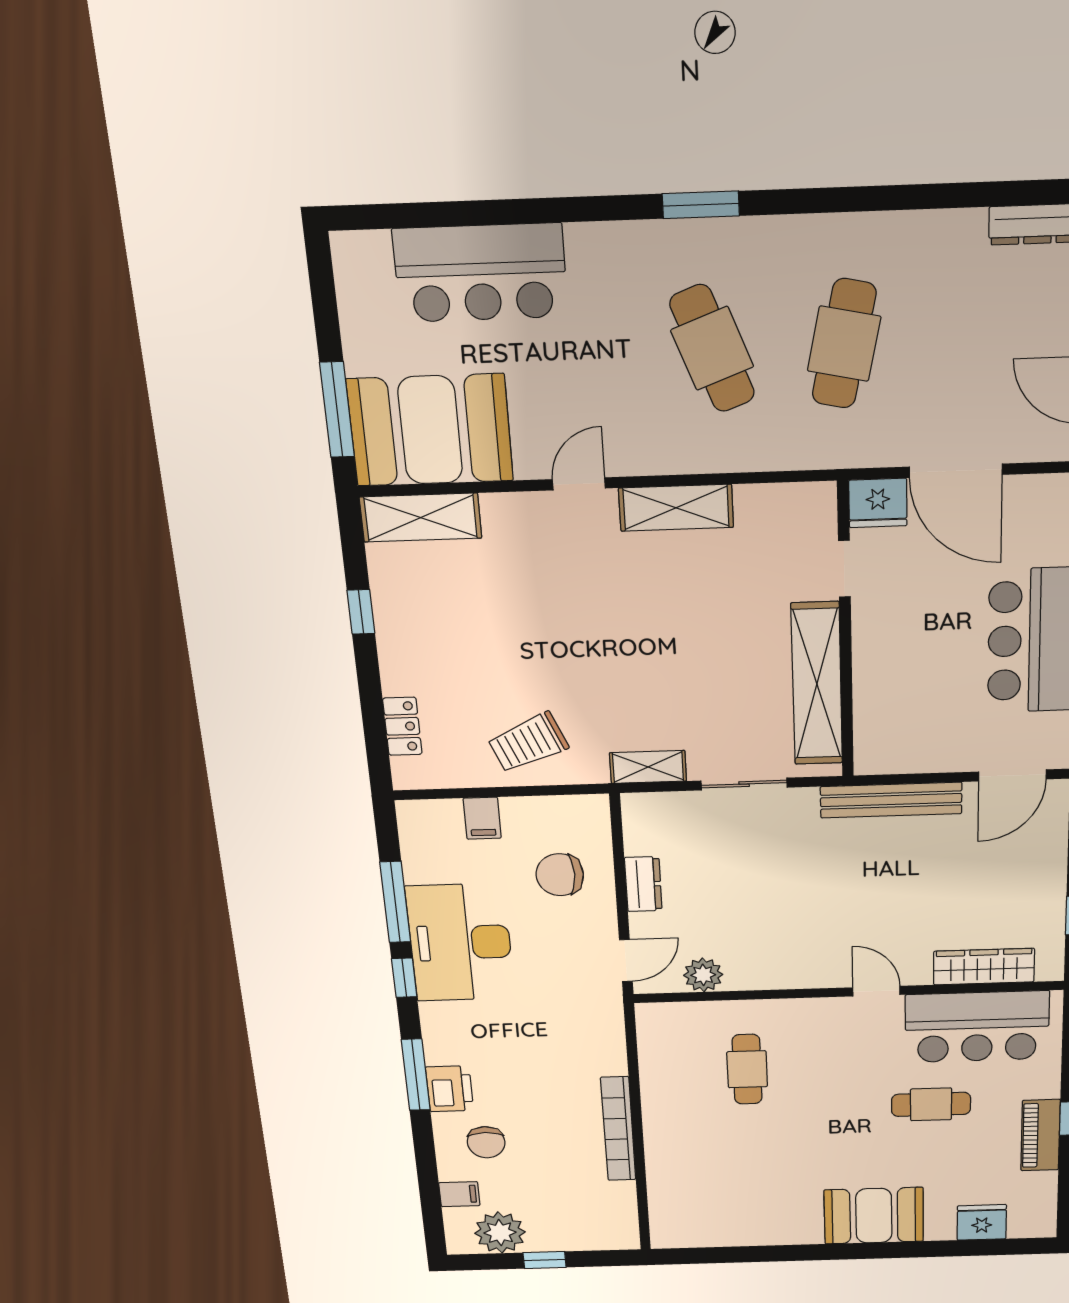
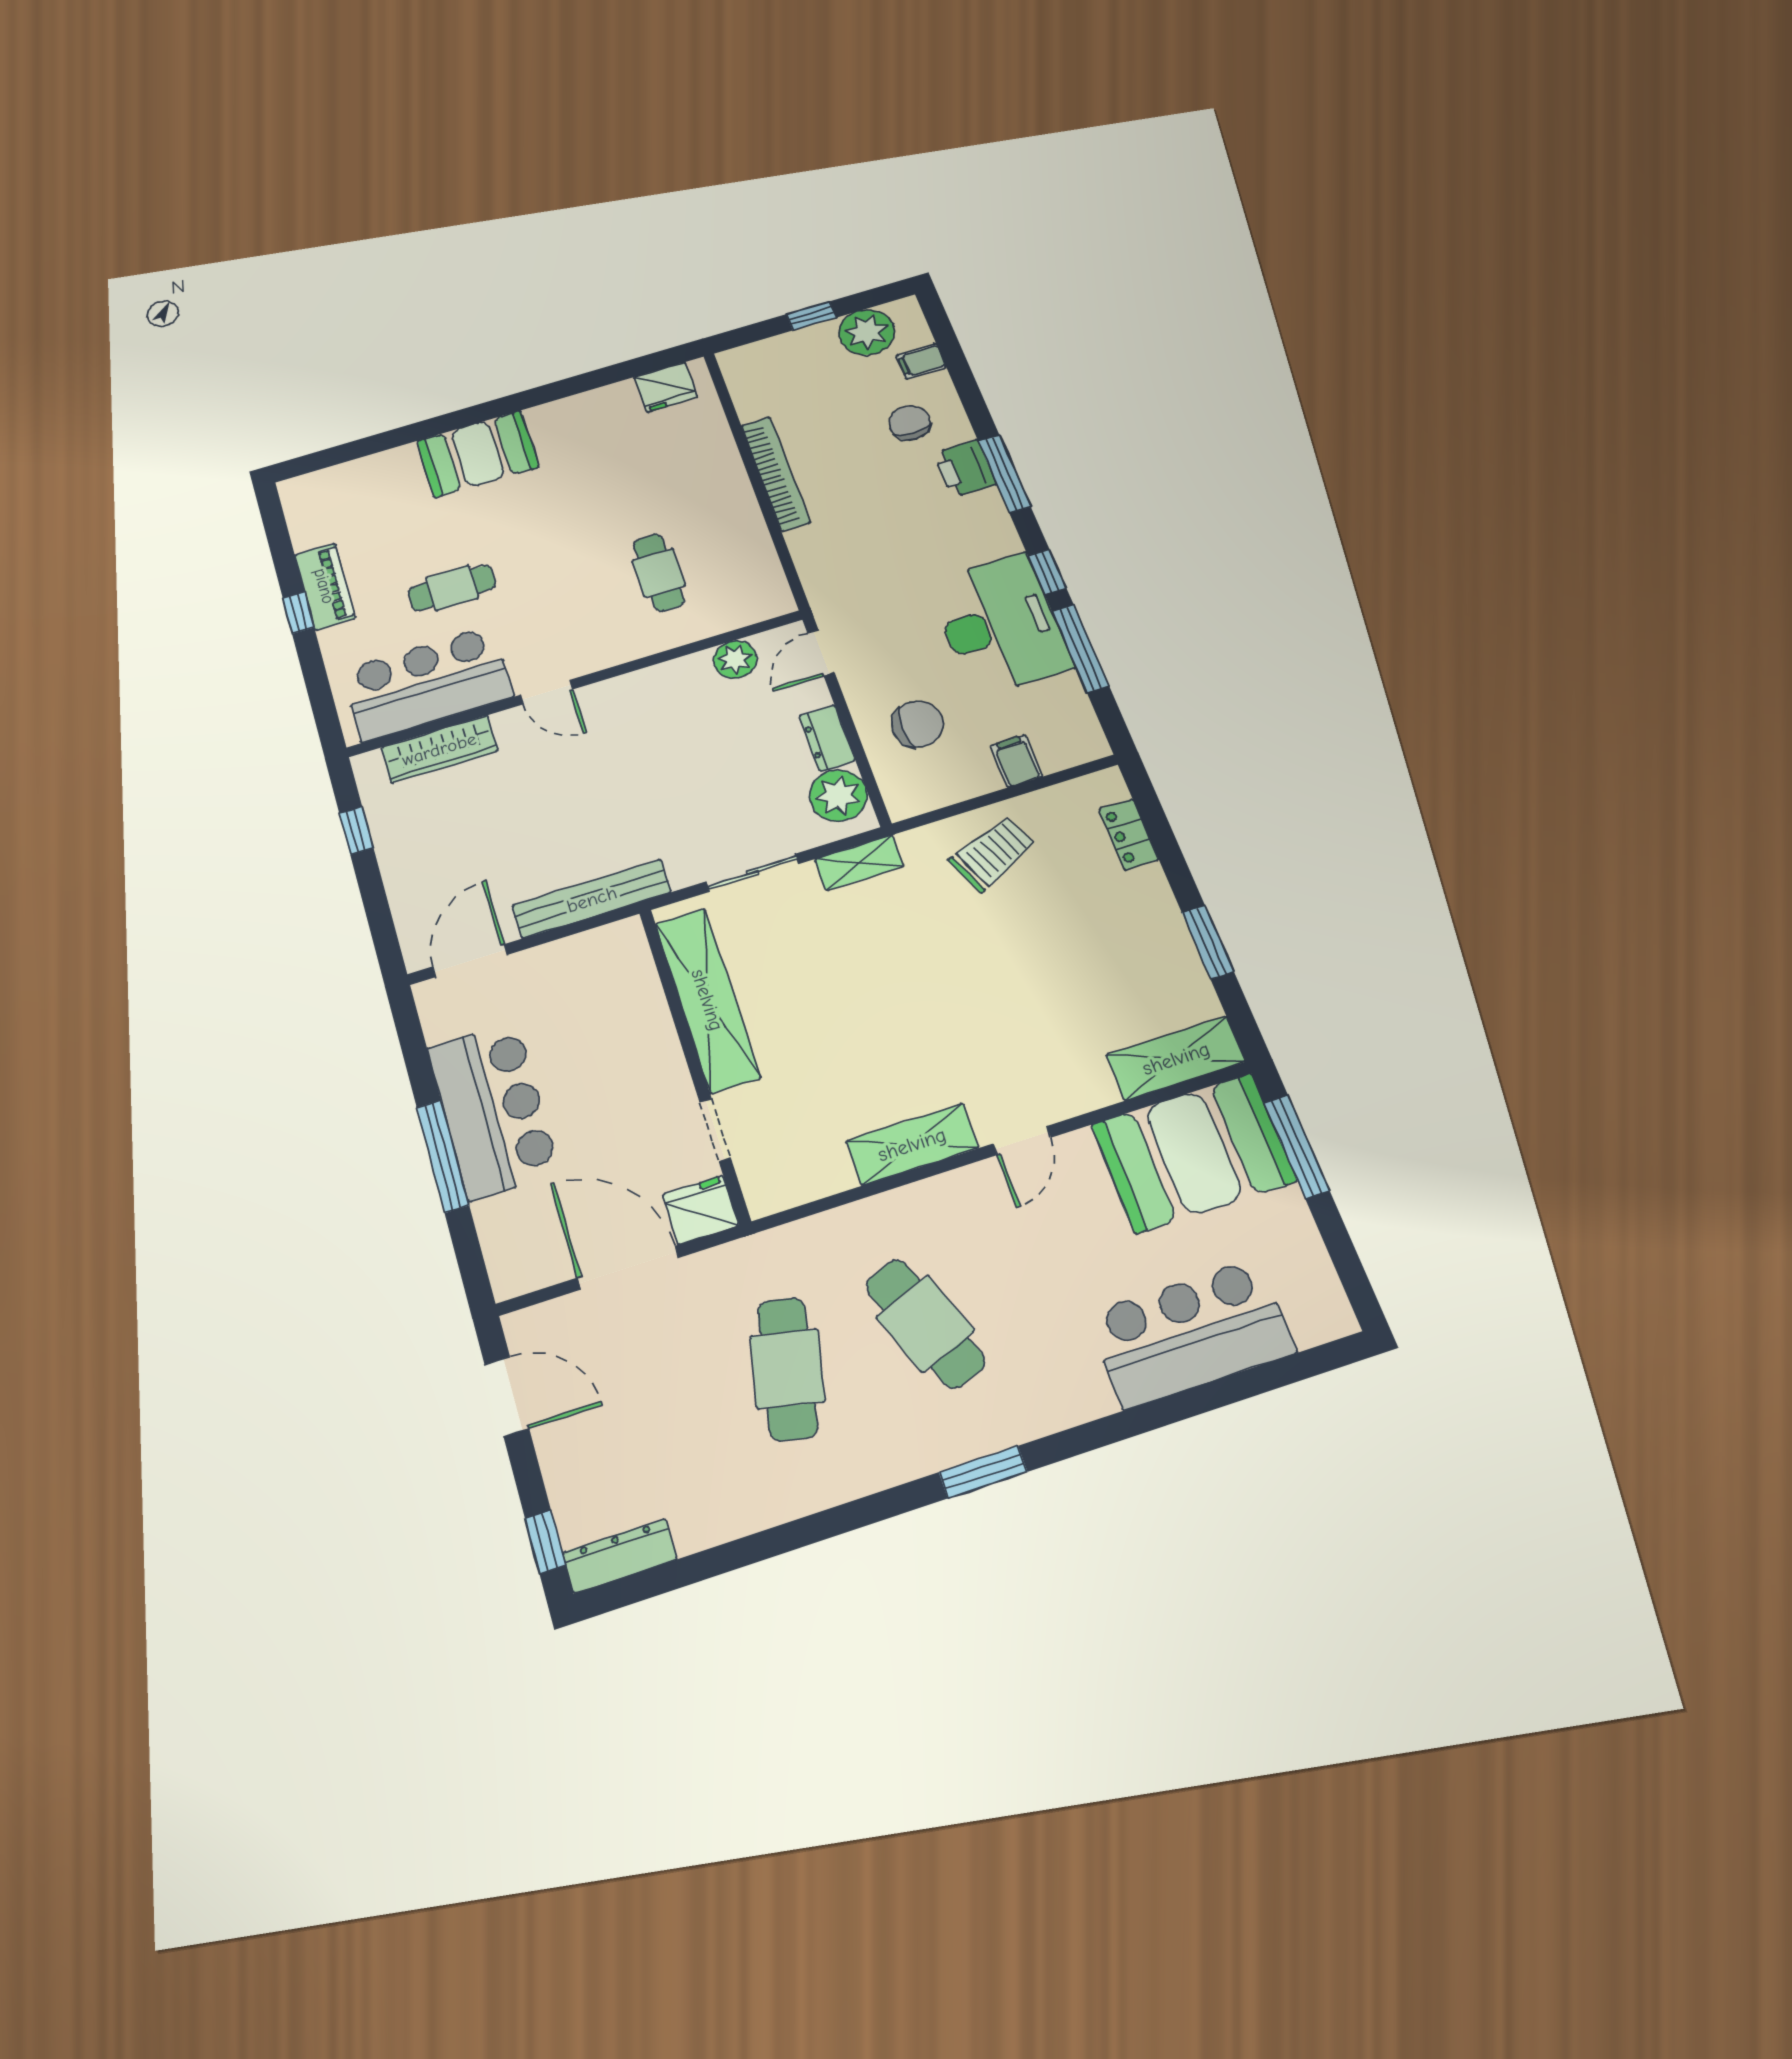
window: (361, 612) -> (1208, 942), width x1.50
plant: (649, 831) -> (838, 796), added
fridge: (982, 1222) -> (666, 387), moved

